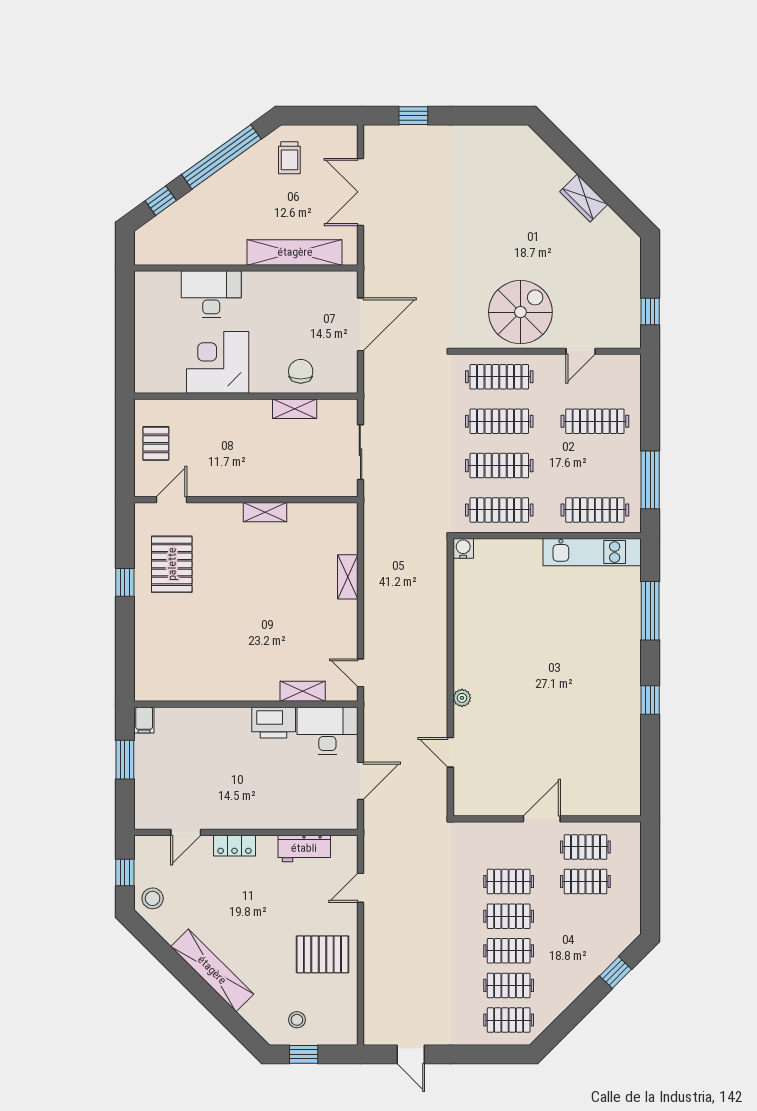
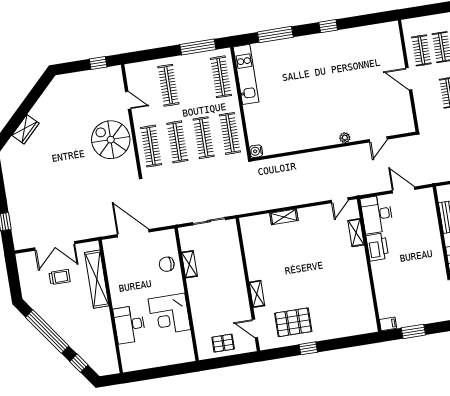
trolley: (289, 158) -> (60, 277), moved
wardrobe: (584, 198) -> (25, 129), moved
shelving: (265, 512) -> (257, 294), moved

